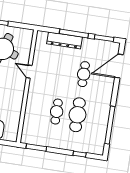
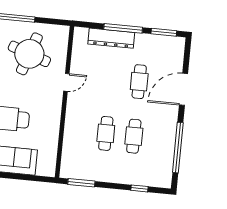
door: (119, 66) -> (184, 89), moved
door: (29, 72) -> (66, 82), swing flipped
cafe table: (77, 115) -> (134, 136), width x0.73, depth x0.74

